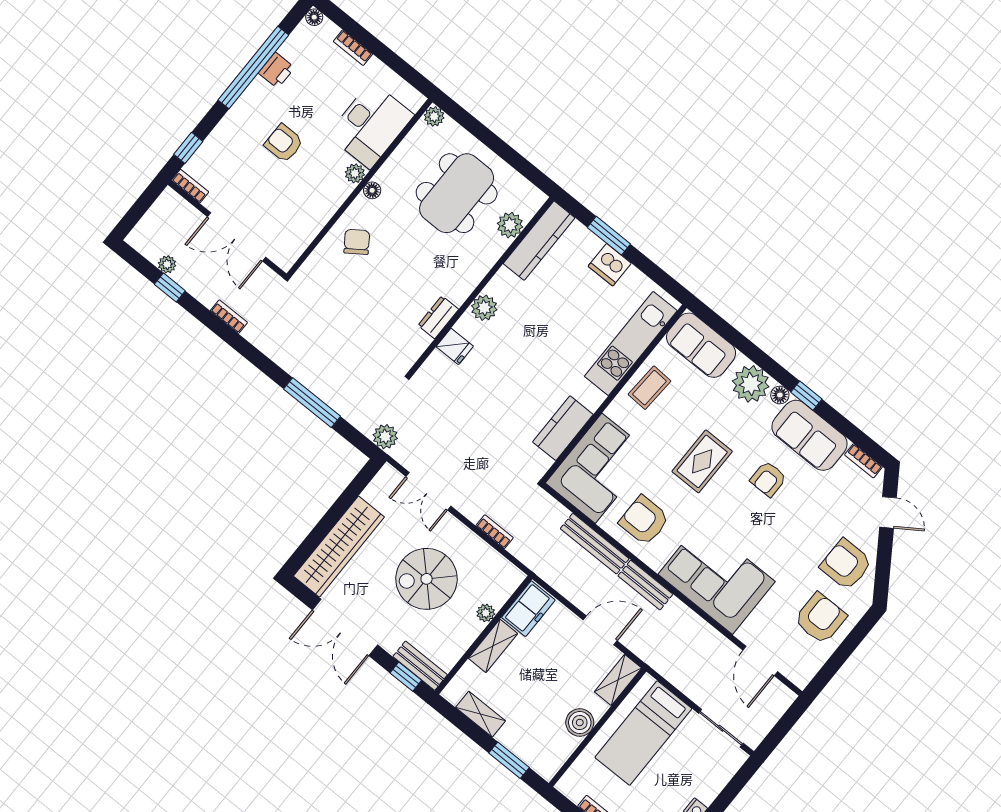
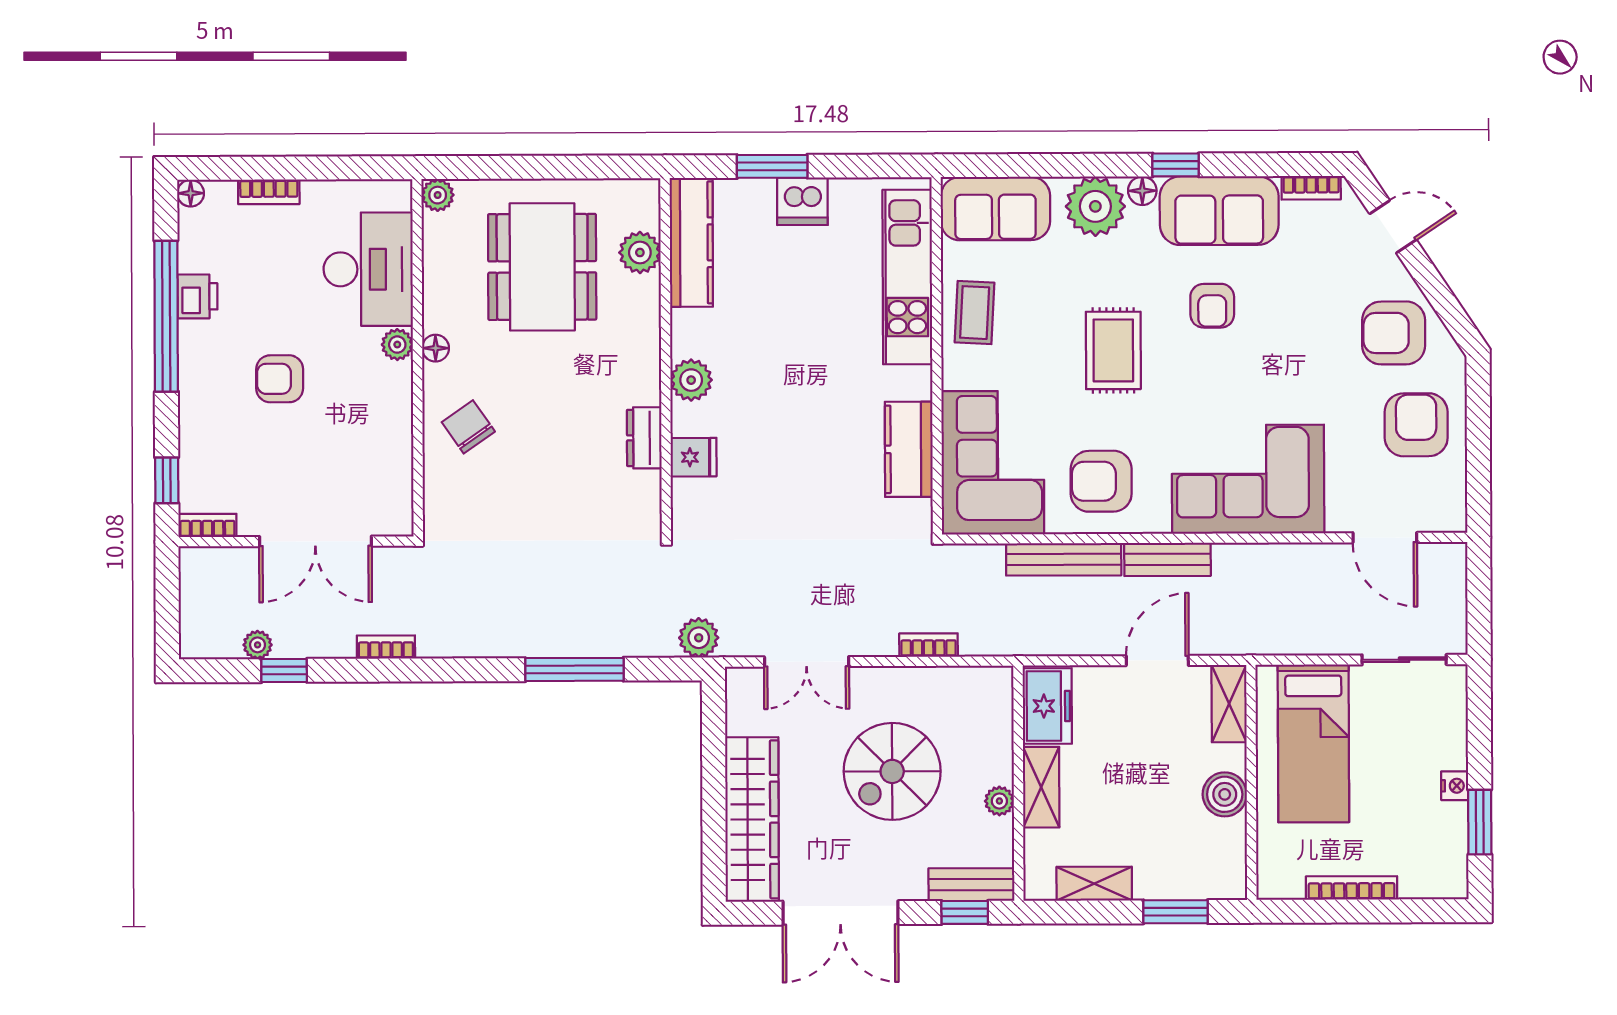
plant: (486, 613) -> (999, 801), moved

